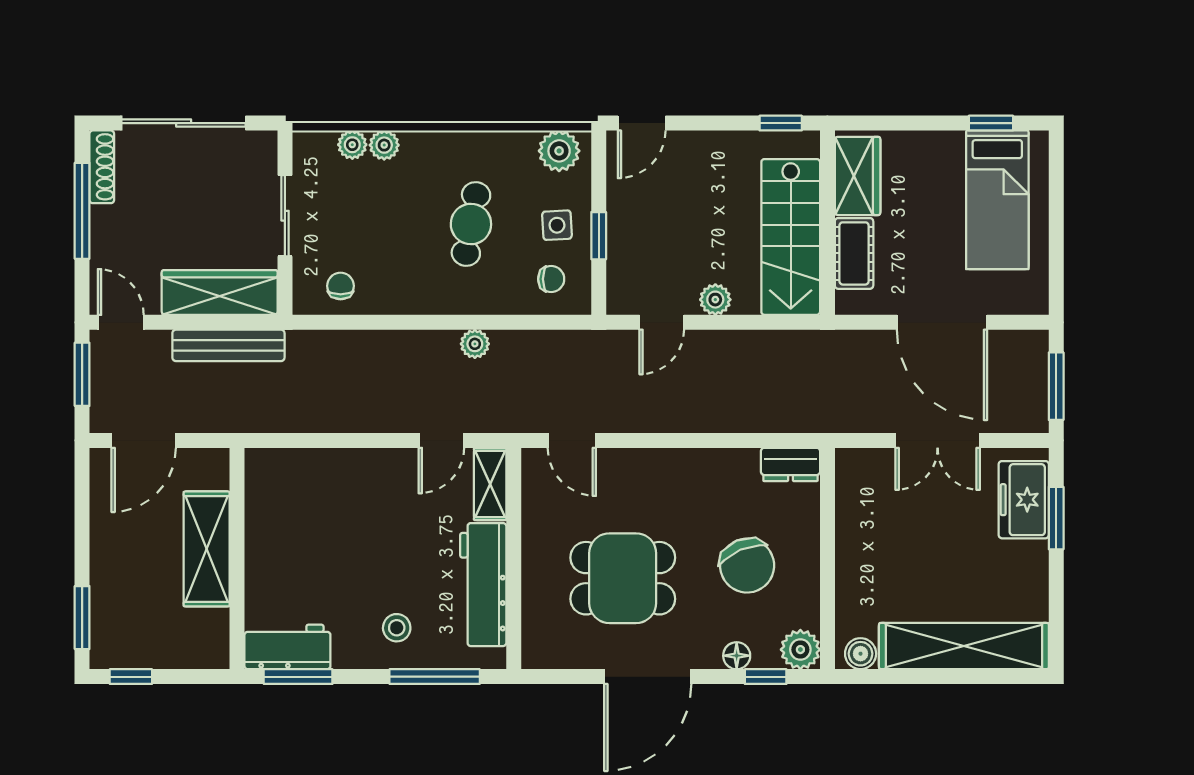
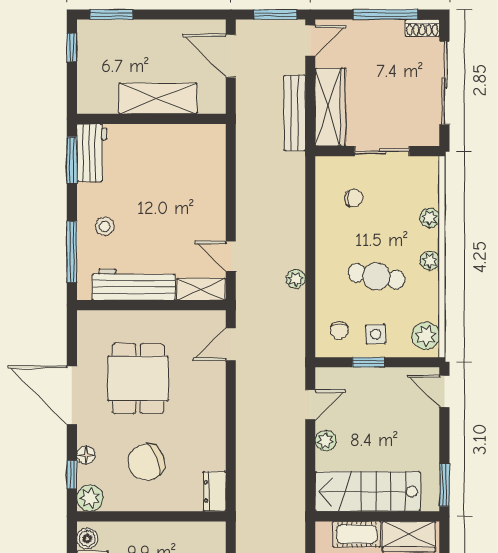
window: (781, 123) -> (444, 485), width x1.50
plant: (352, 145) -> (430, 261), moved
shoe rack: (102, 167) -> (422, 28), width x0.70
chair: (341, 286) -> (354, 198), moved
door: (662, 322) -> (310, 405), swing flipped

